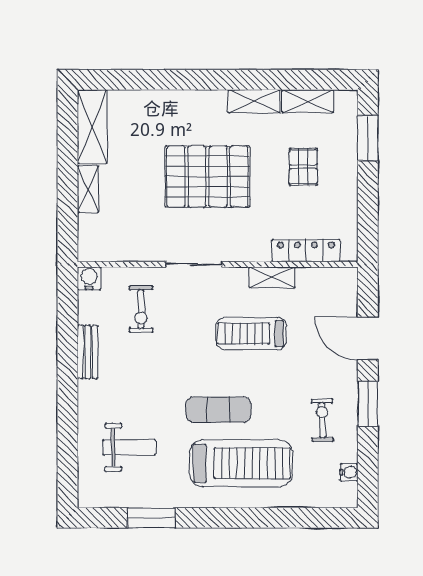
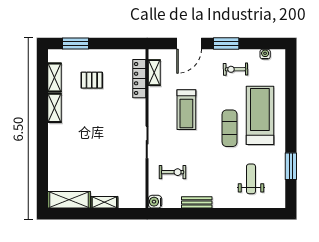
pallet: (207, 177) -> (97, 134), removed
shelving: (272, 277) -> (154, 73), moved

